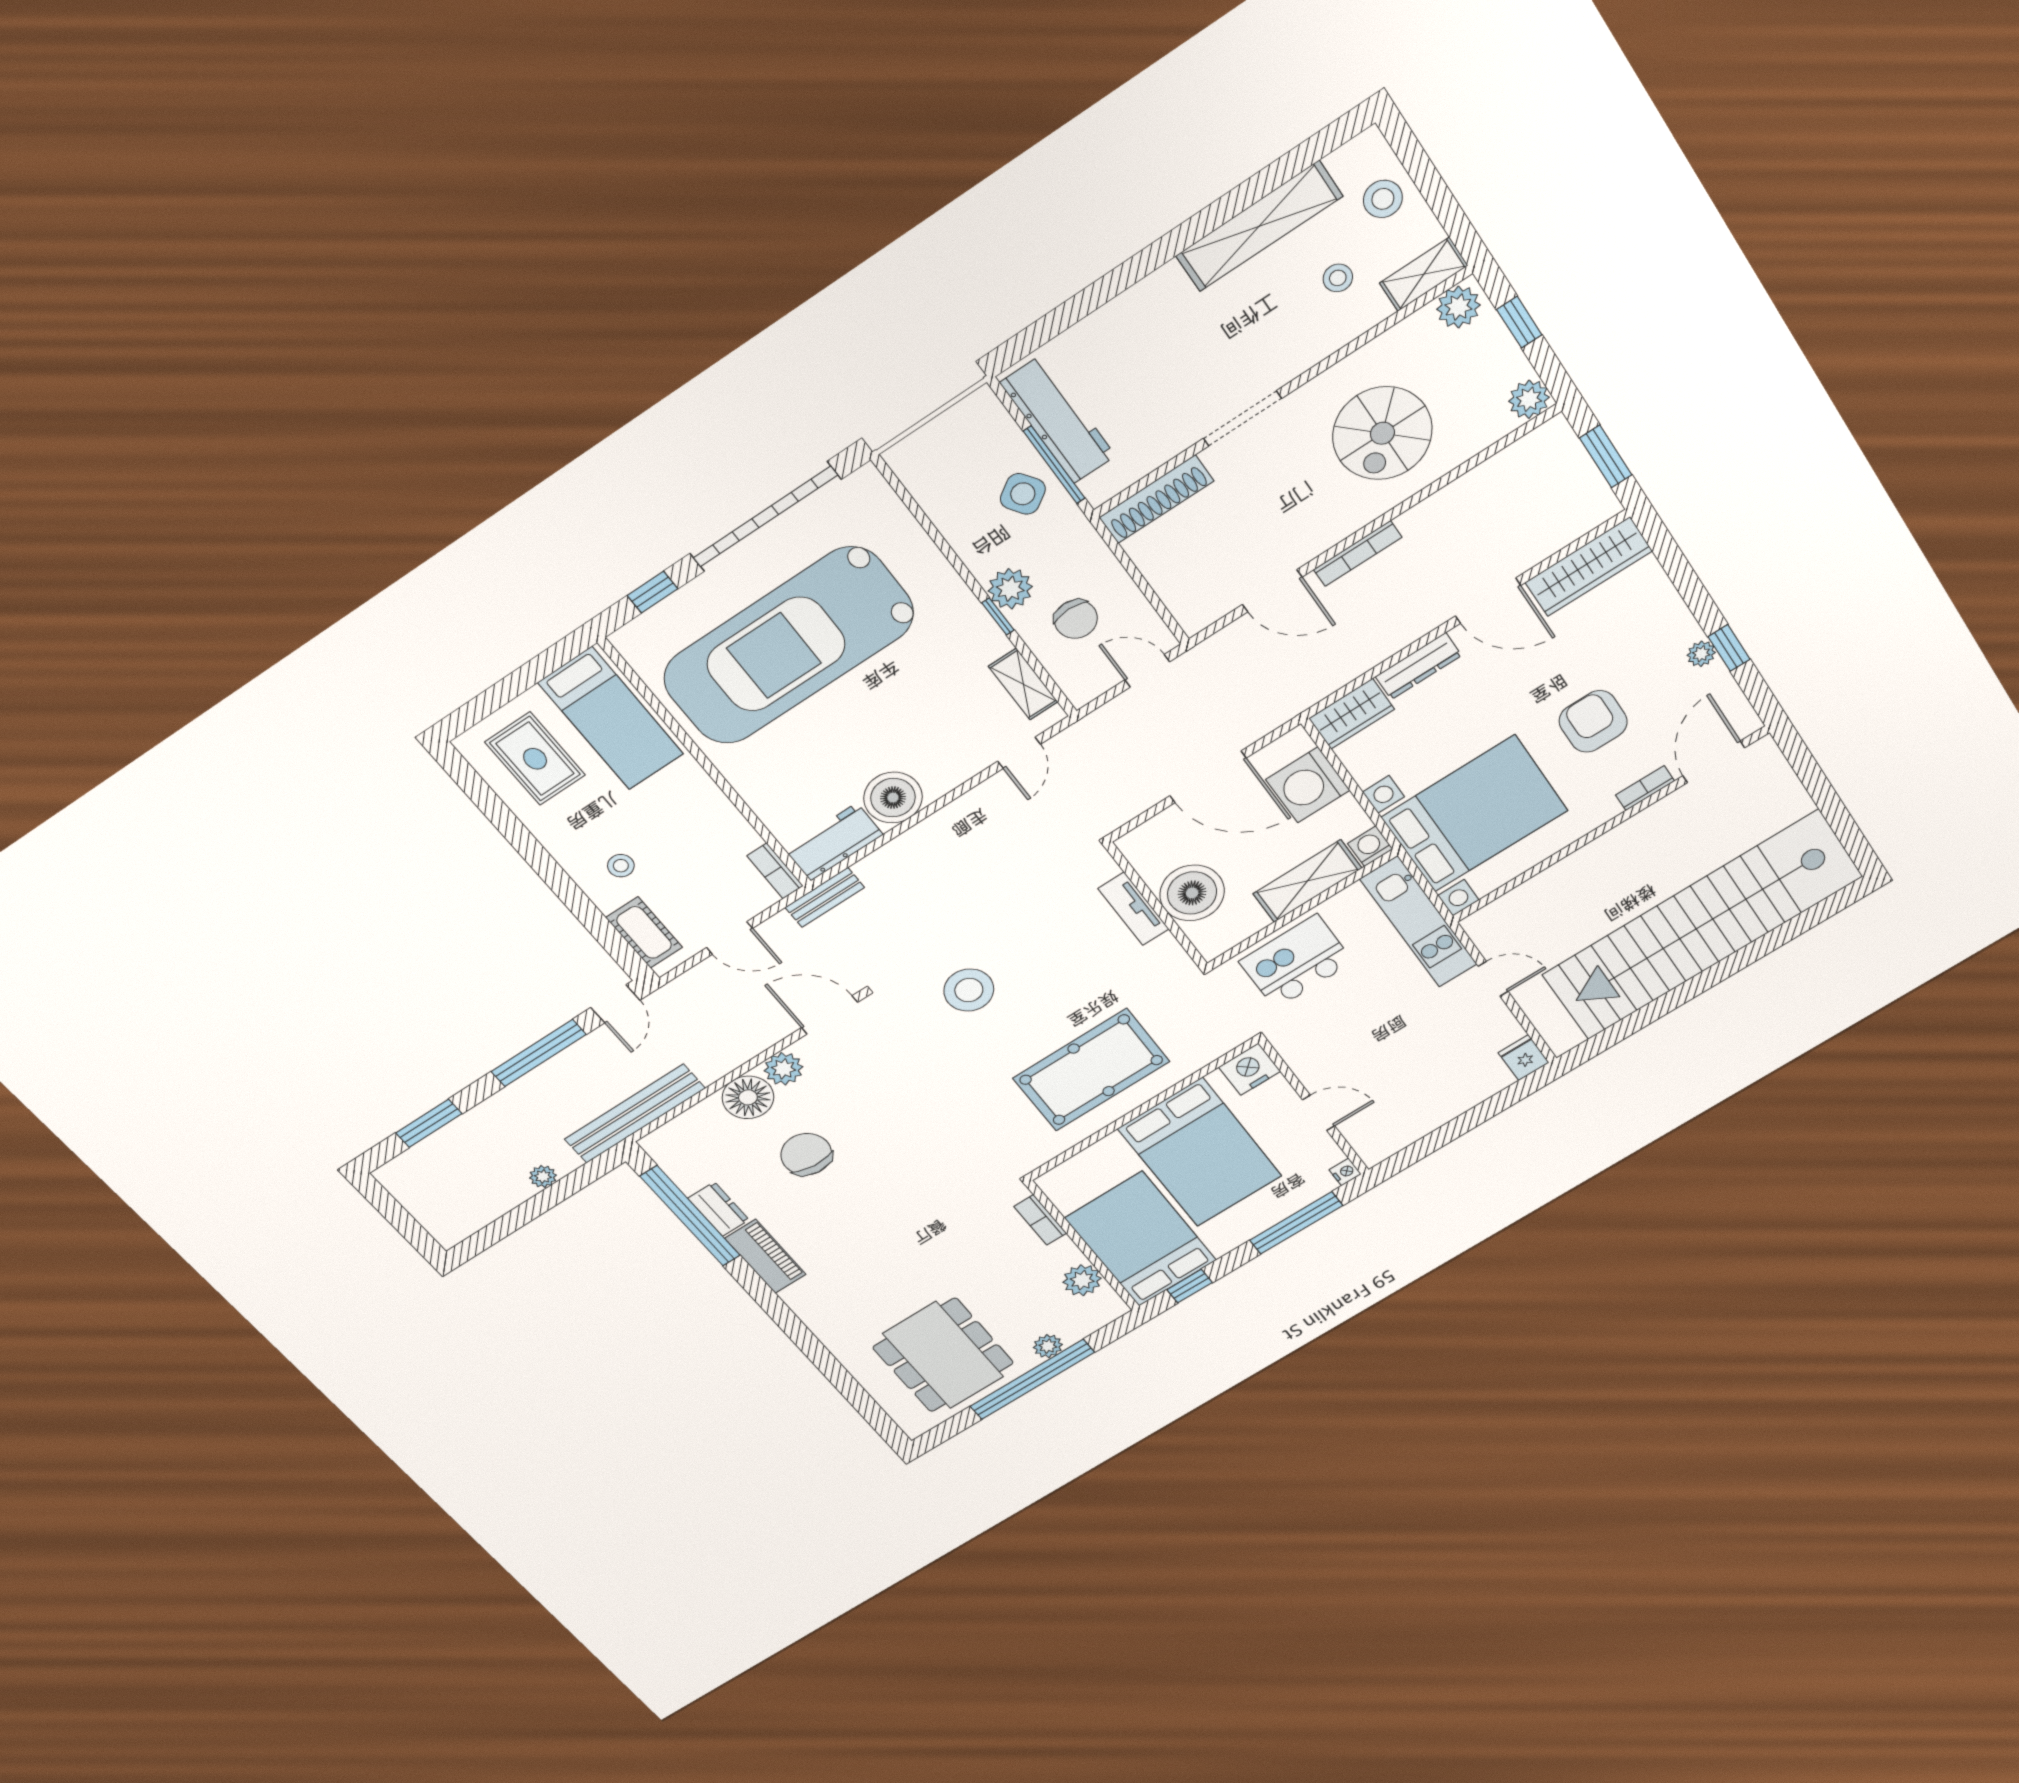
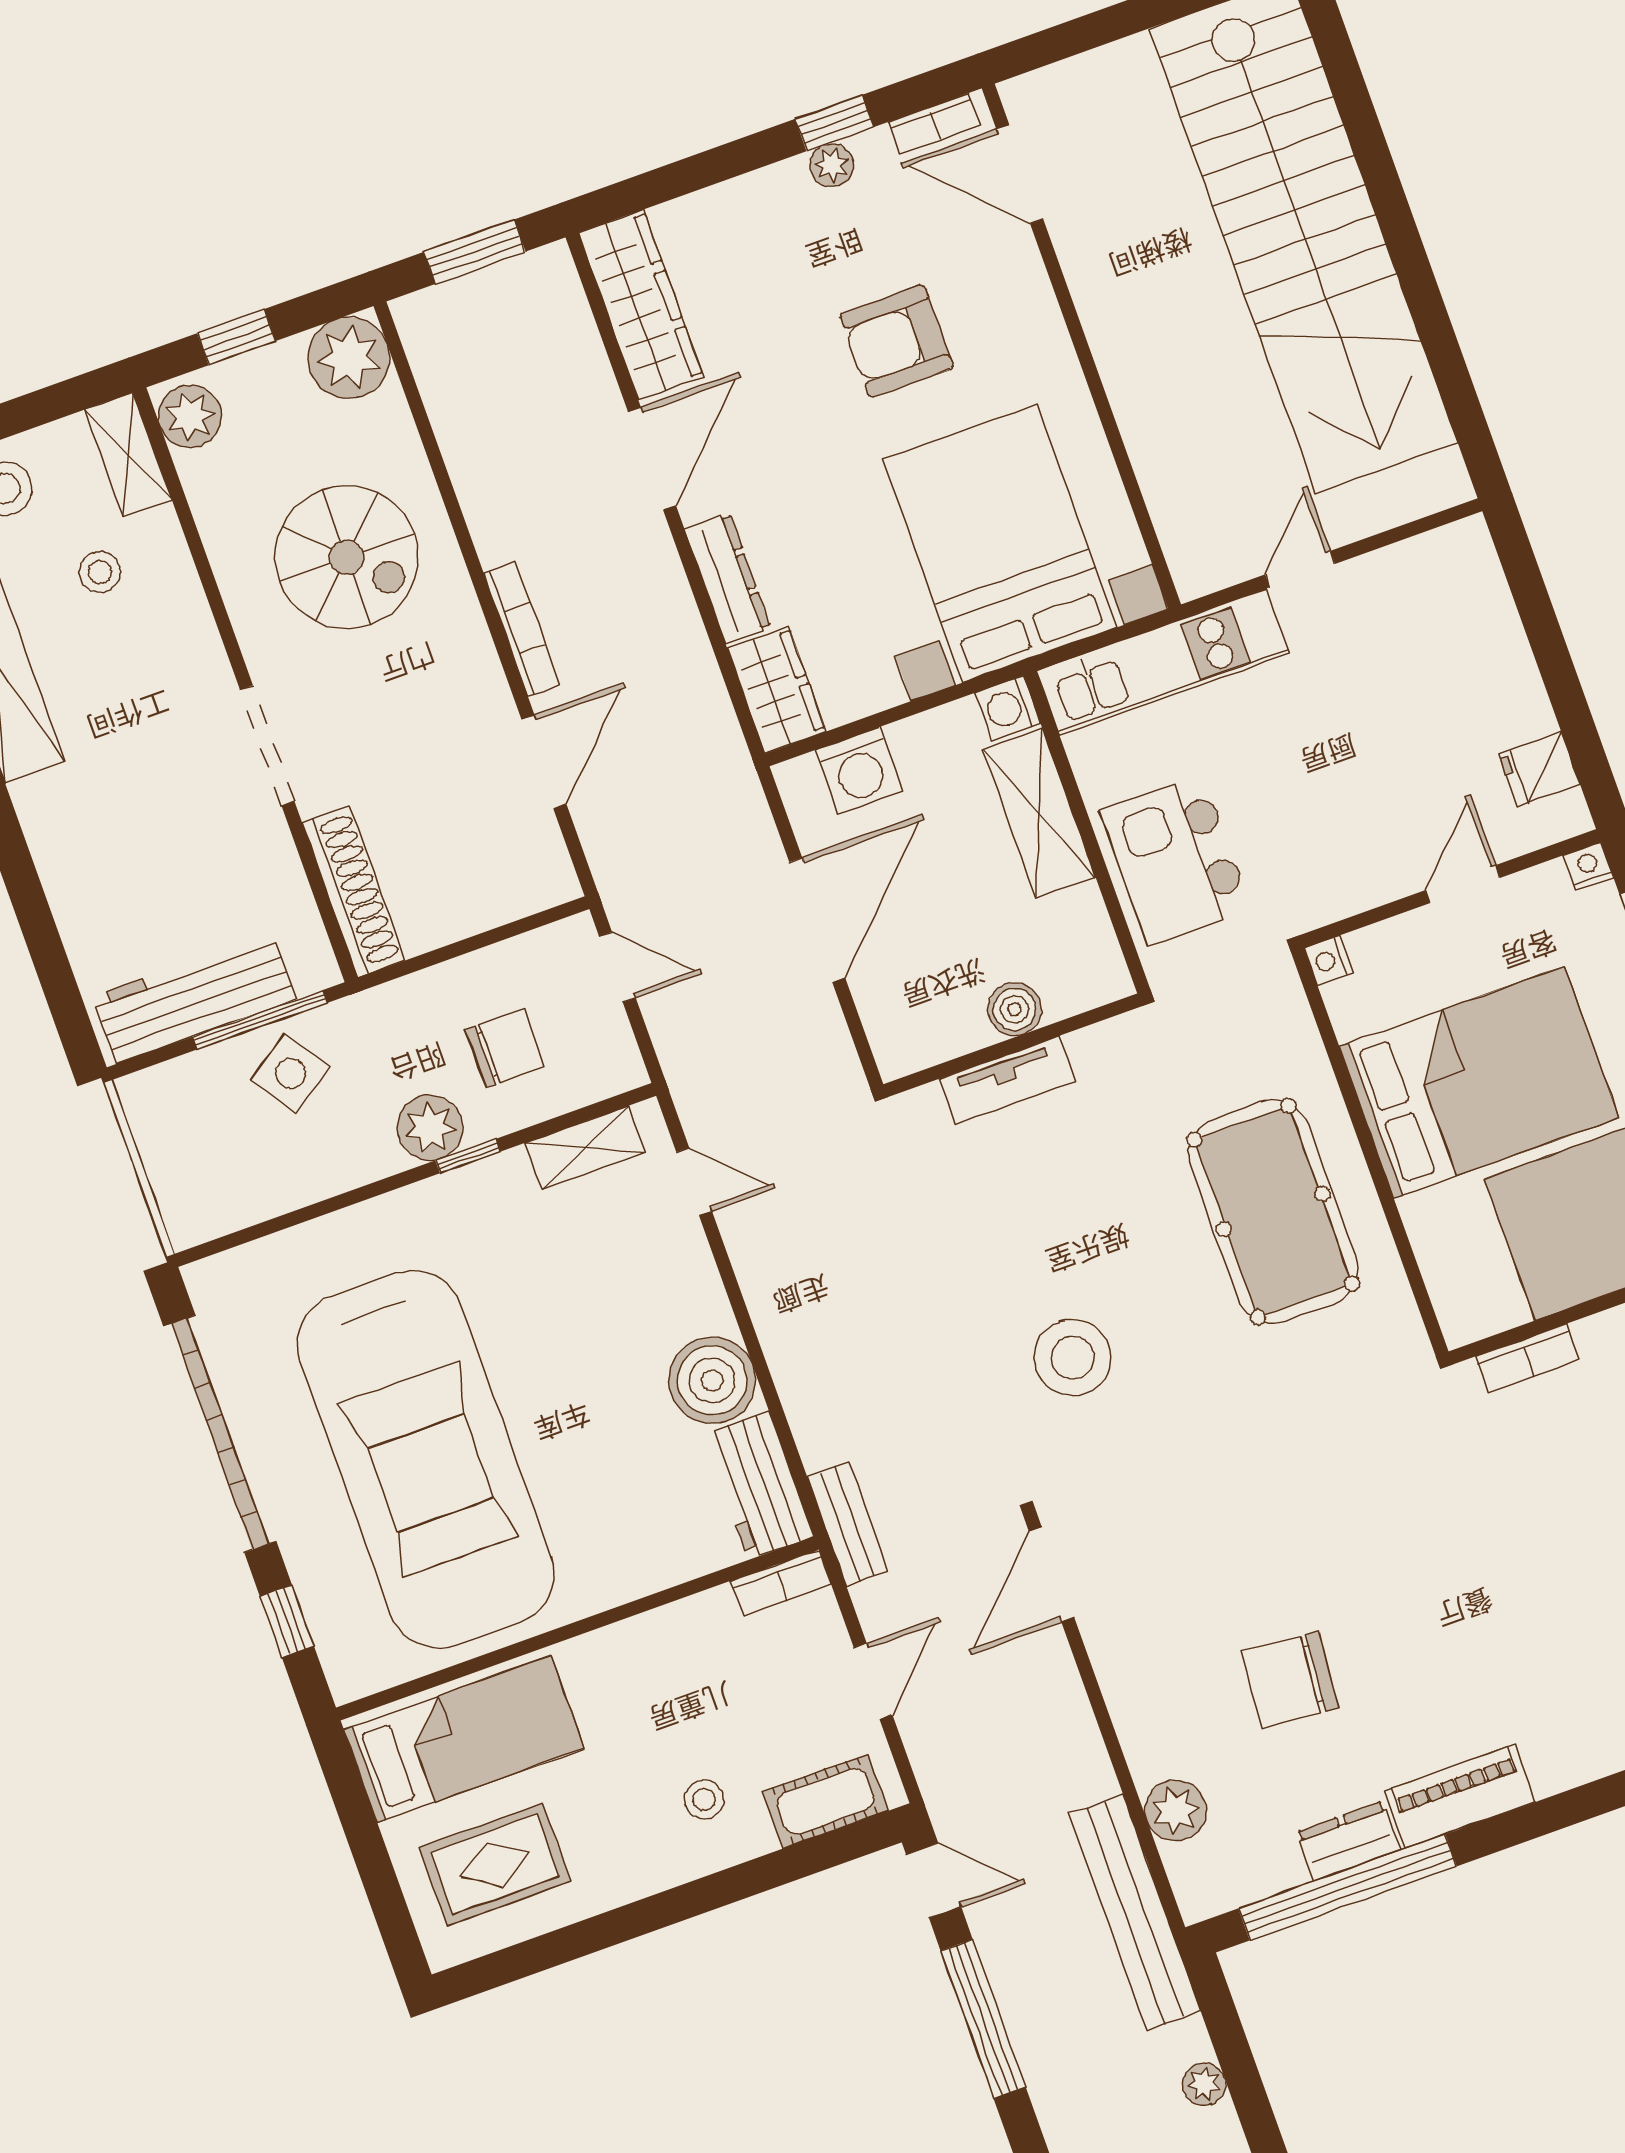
plant: (1529, 399) -> (349, 358), width x1.36, depth x1.36
door: (1147, 671) -> (617, 967), swing flipped
washing machine: (1308, 785) -> (859, 770), width x0.73, depth x0.73
bookcase: (1645, 788) -> (934, 123), moved, turned -90
boiler: (1192, 893) -> (1015, 1009), width x0.54, depth x0.54
fridge: (1524, 1058) -> (1539, 769), moved
plant: (783, 1069) -> (1176, 1810), moved
nightstand: (1250, 1069) -> (1328, 960), width x0.53, depth x0.56
floor lamp: (748, 1097) -> (1159, 1737), removed

